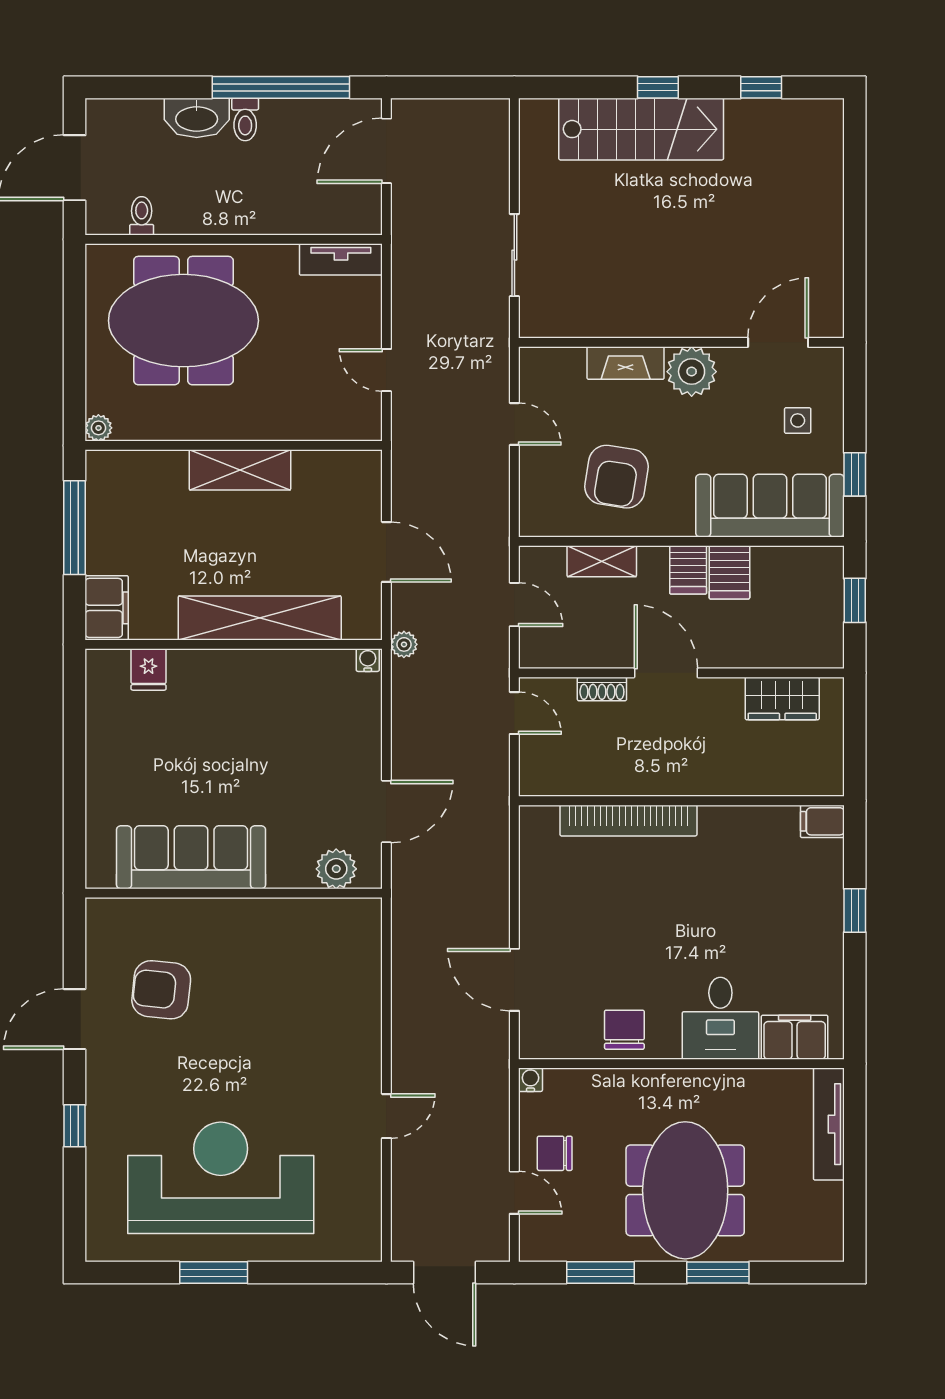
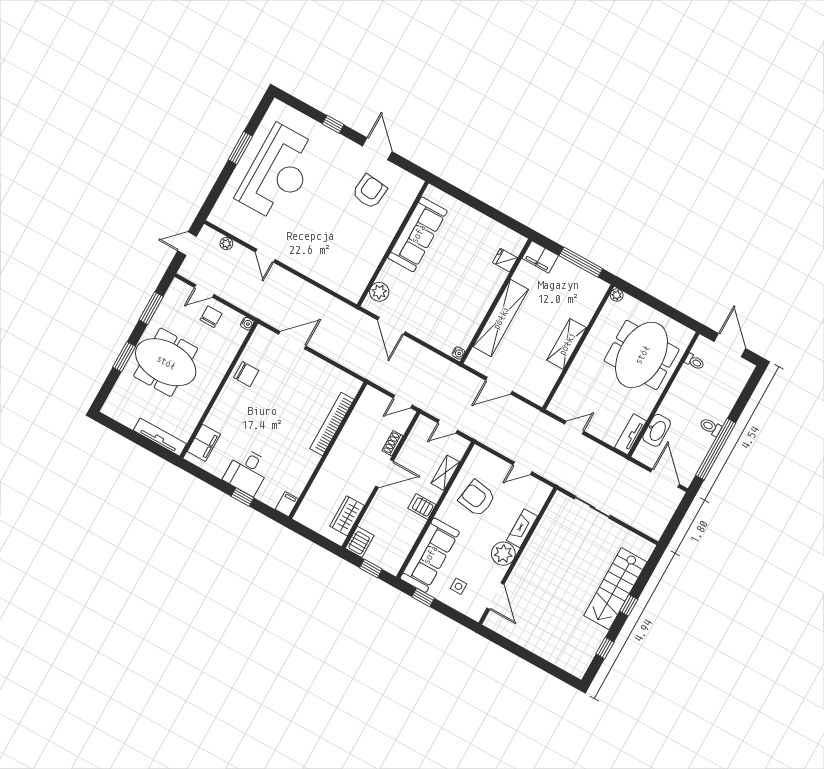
washbasin: (197, 118) -> (657, 430), moved, turned 180
server rack: (729, 572) -> (360, 542), moved, turned 90
plant: (404, 644) -> (226, 244), moved
desk: (720, 1018) -> (247, 471), moved, turned -90
door: (444, 1273) -> (187, 244), width x0.73

